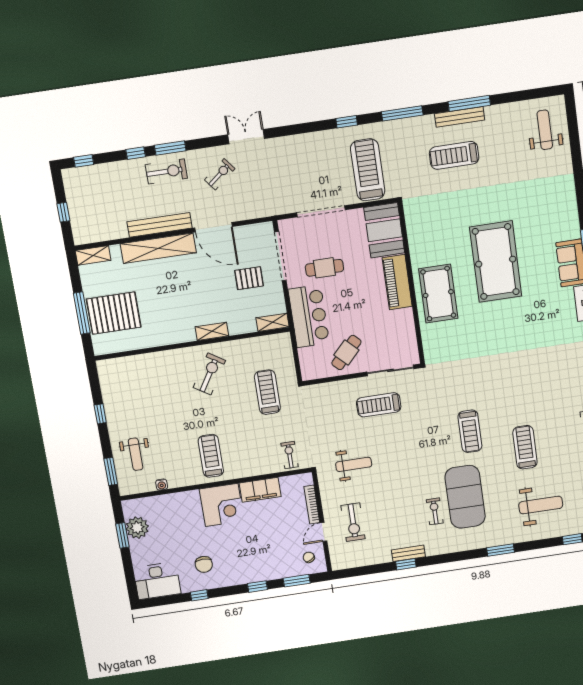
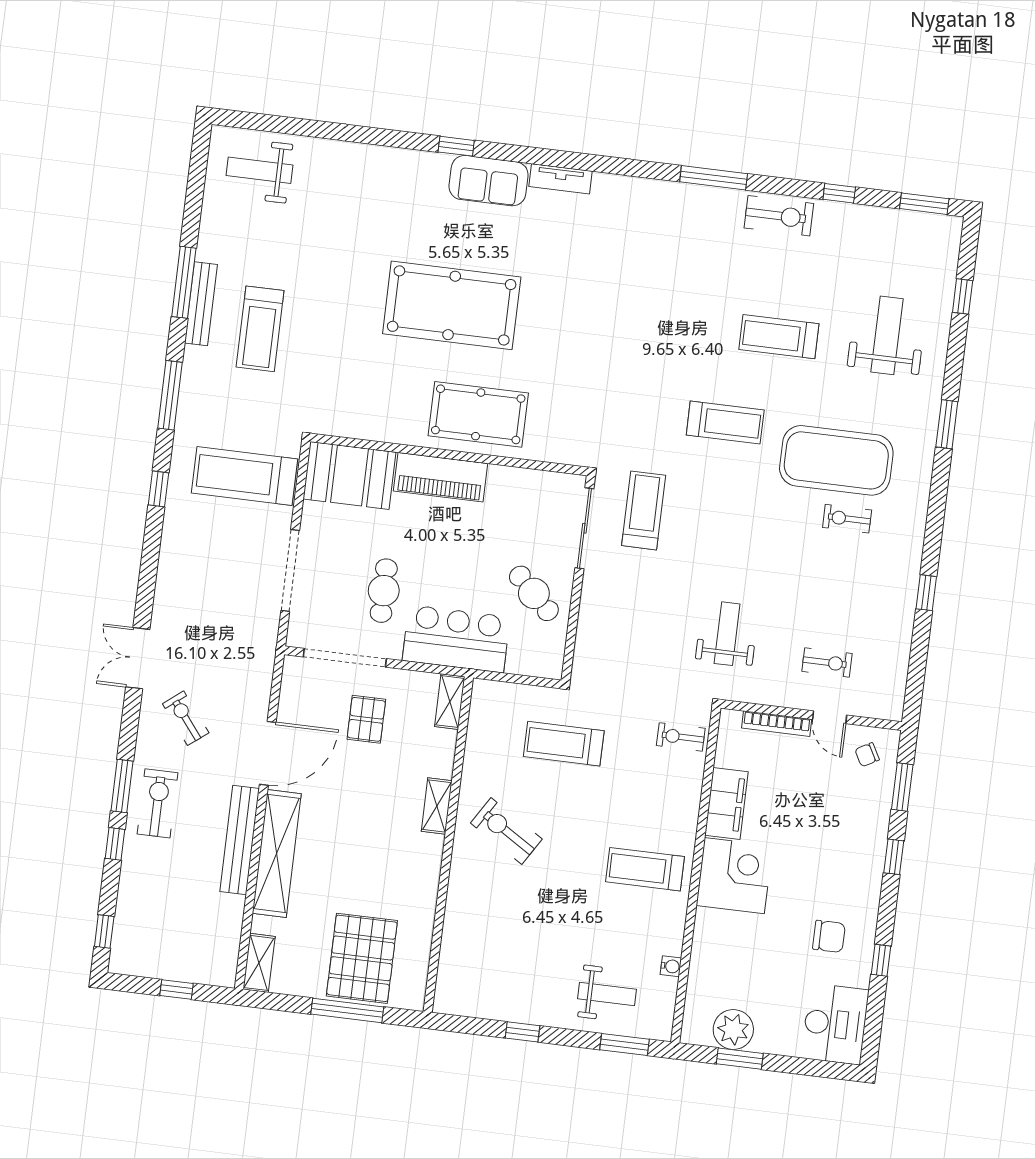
treadmill: (379, 405) -> (644, 510), moved, turned 180
exercise bike: (353, 522) -> (827, 662), width x0.73, depth x0.72
bench: (408, 553) -> (908, 583), removed

